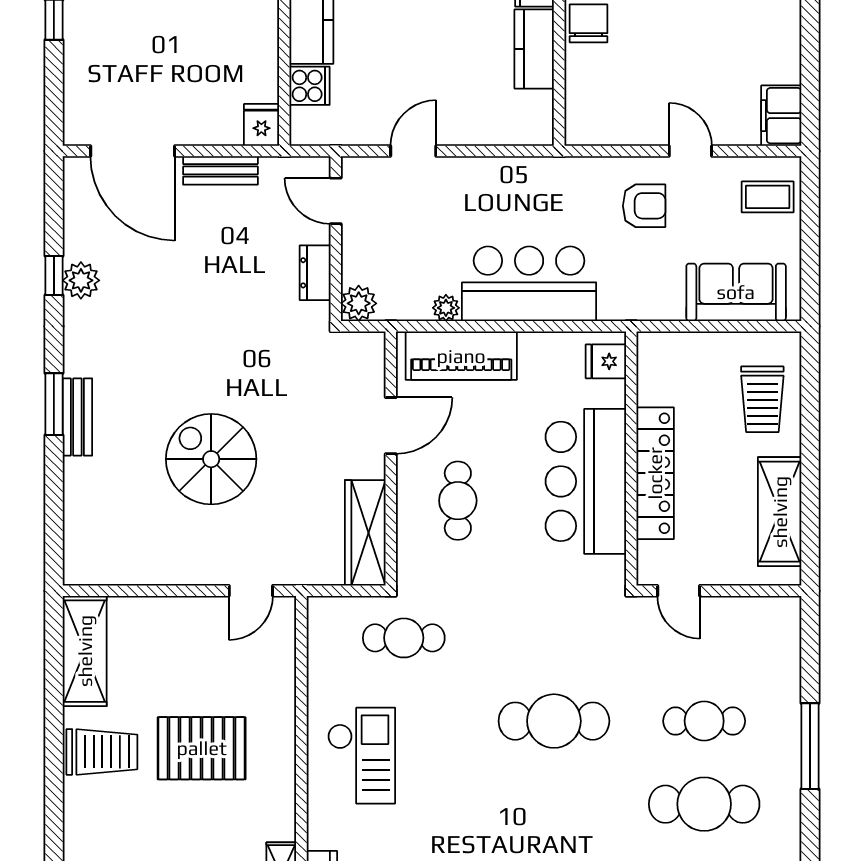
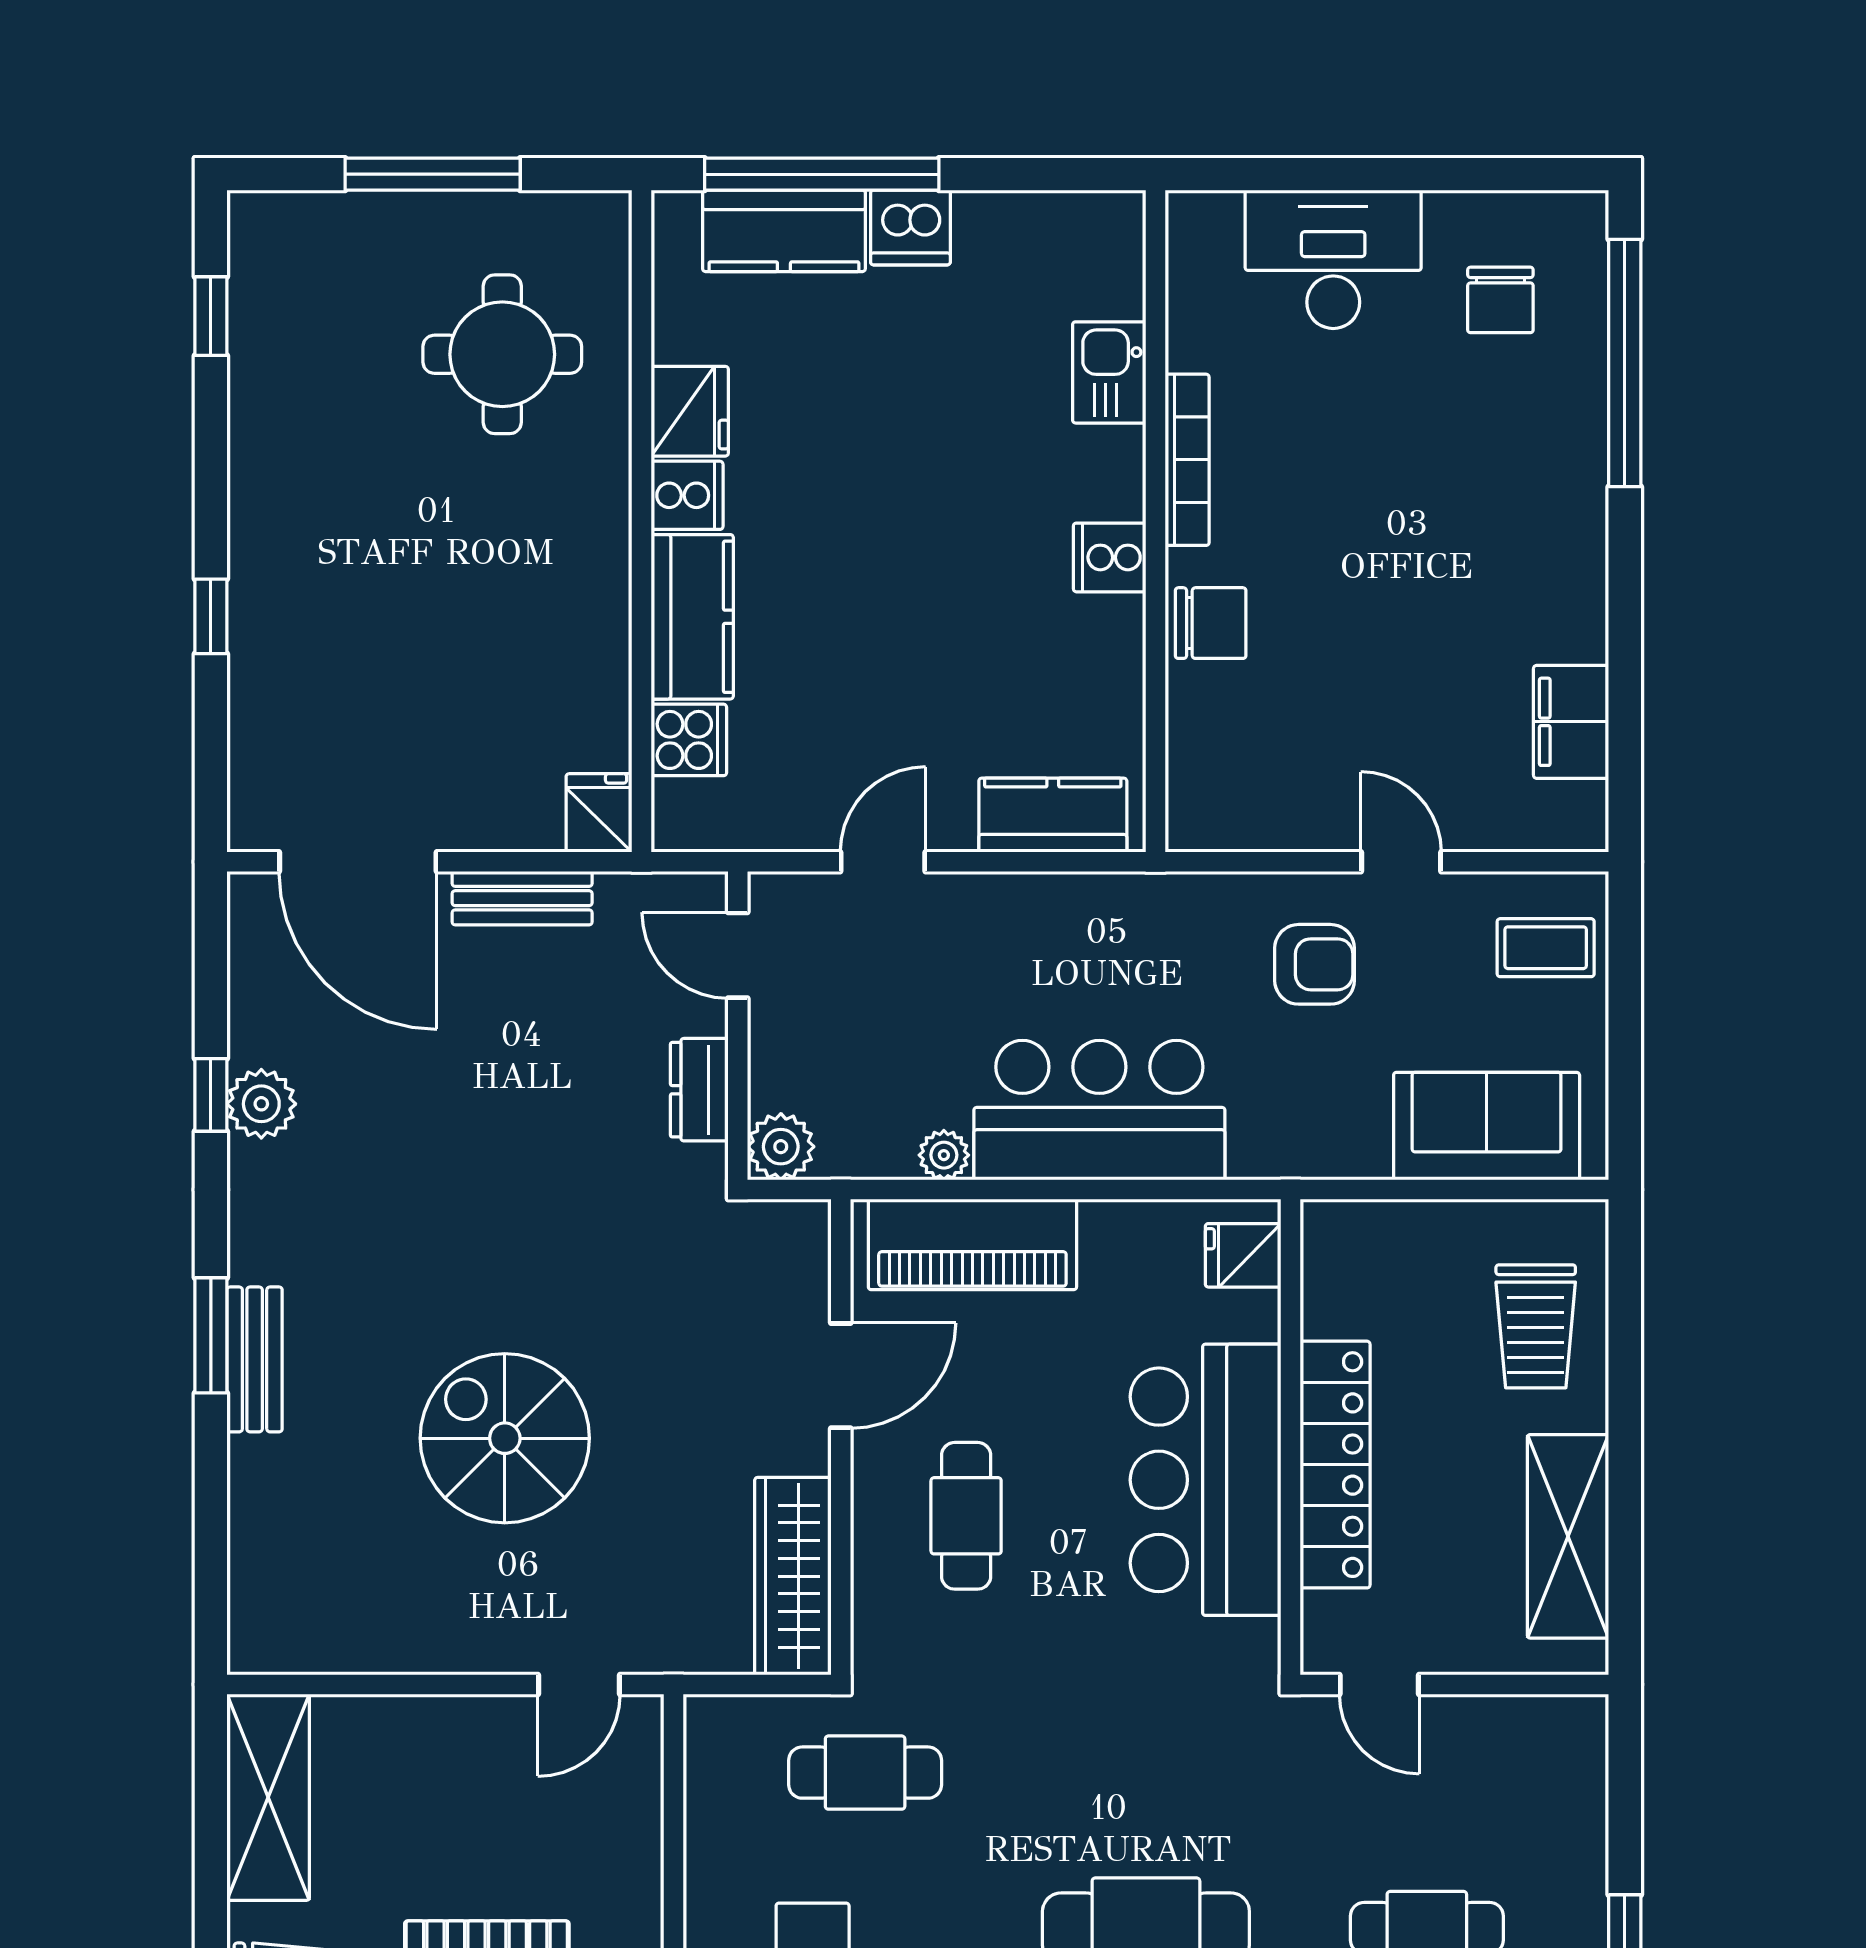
chair: (589, 23) -> (1211, 623), turned 90
kitchen counter: (534, 49) -> (1053, 815), moved, turned 90
filing cabinet: (781, 116) -> (1571, 722), moved

